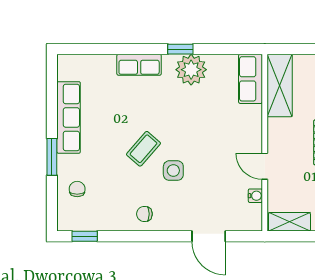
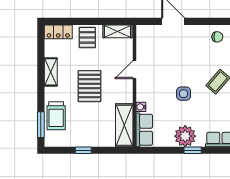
door: (265, 166) -> (134, 70), swing flipped
side table: (173, 171) -> (184, 94), moved
water cooler: (255, 196) -> (141, 107), moved

